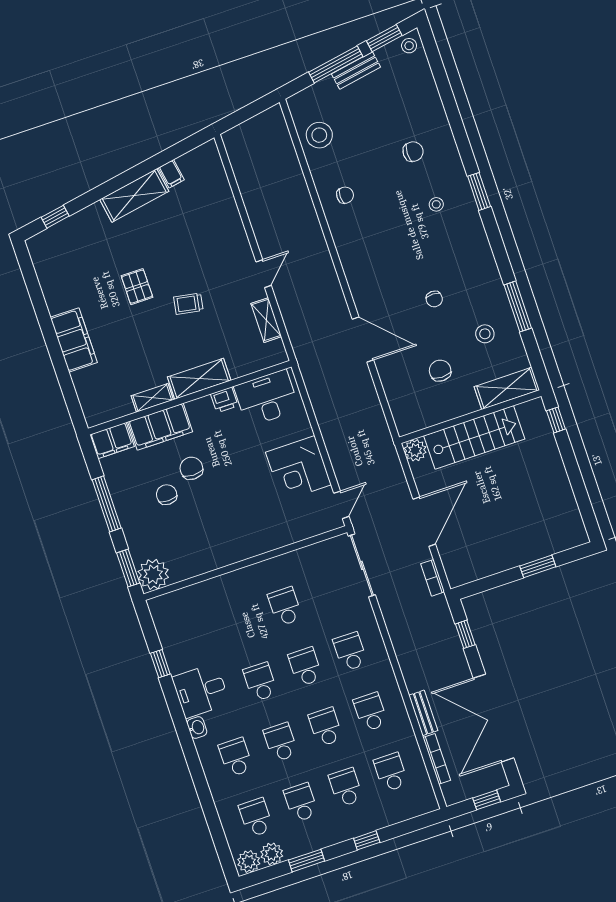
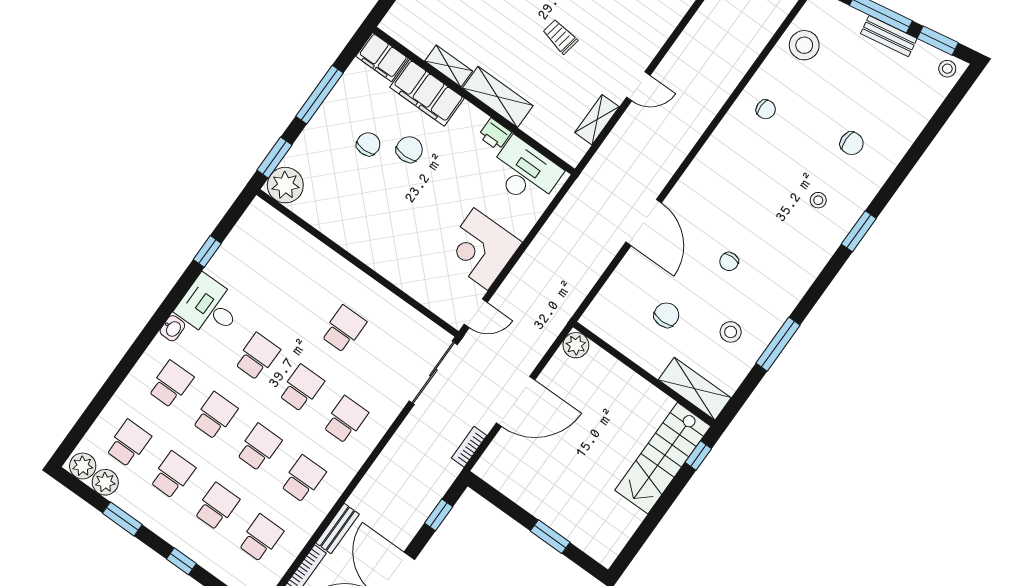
stairs: (474, 437) -> (663, 458), moved, turned 90

